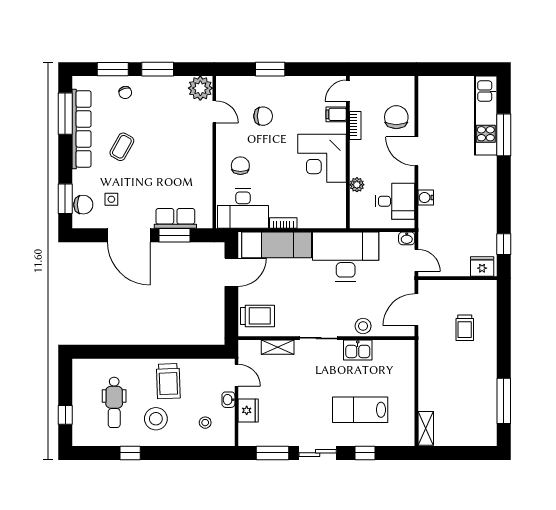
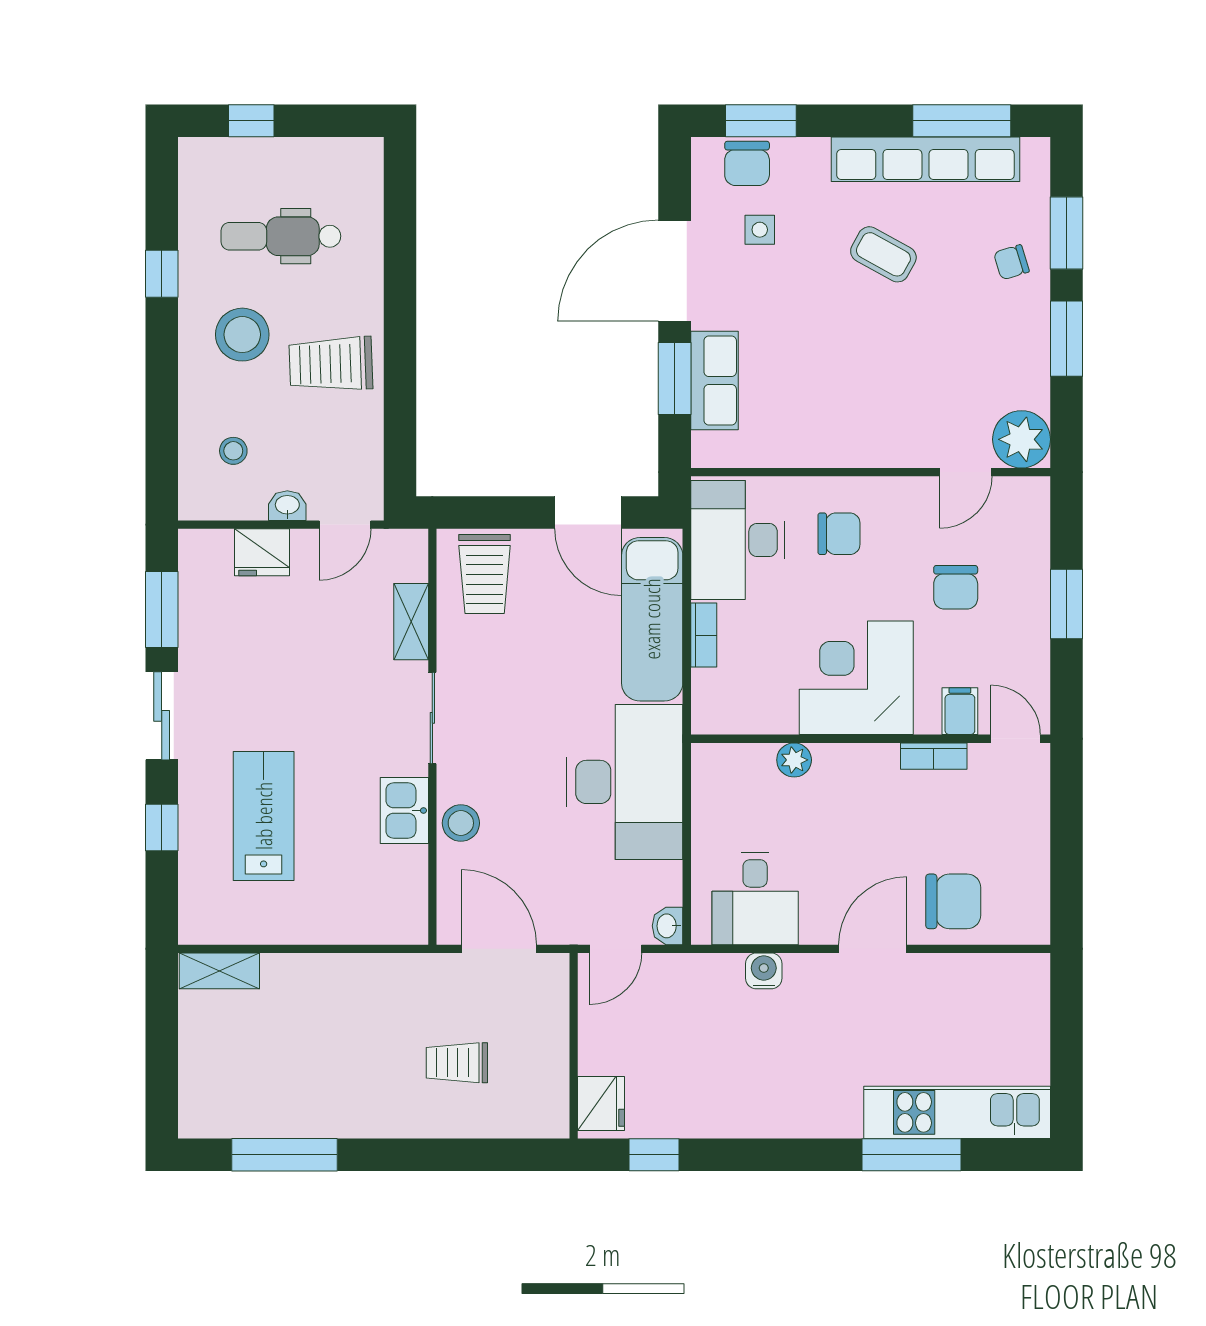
door: (348, 91) -> (1016, 739), moved
filing cabinet: (336, 114) -> (960, 711), moved
bookcase: (355, 125) -> (934, 756), moved
wall: (348, 152) -> (871, 739), moved
corner desk: (322, 158) -> (856, 678), moved
plant: (357, 185) -> (794, 760), moved

